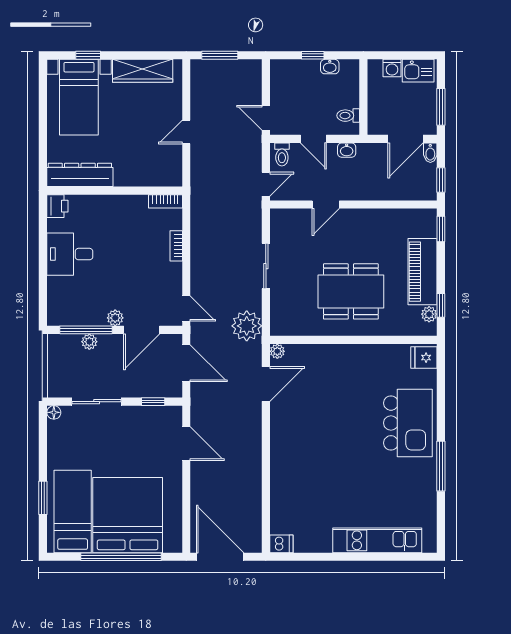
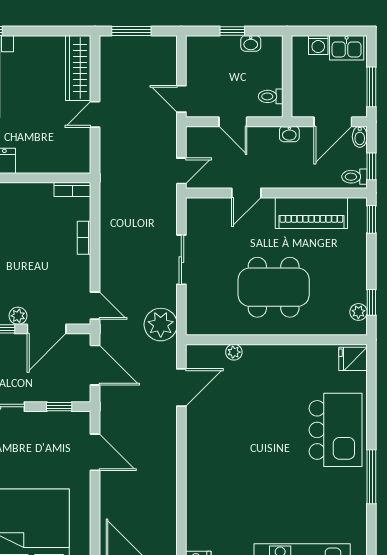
wardrobe: (143, 71) -> (78, 68), moved, turned 90
washbasin: (347, 150) -> (289, 134), moved
toilet: (282, 154) -> (354, 177), moved, turned 90
piano: (423, 272) -> (311, 213), moved, turned -90
plant: (277, 351) -> (234, 352), moved

